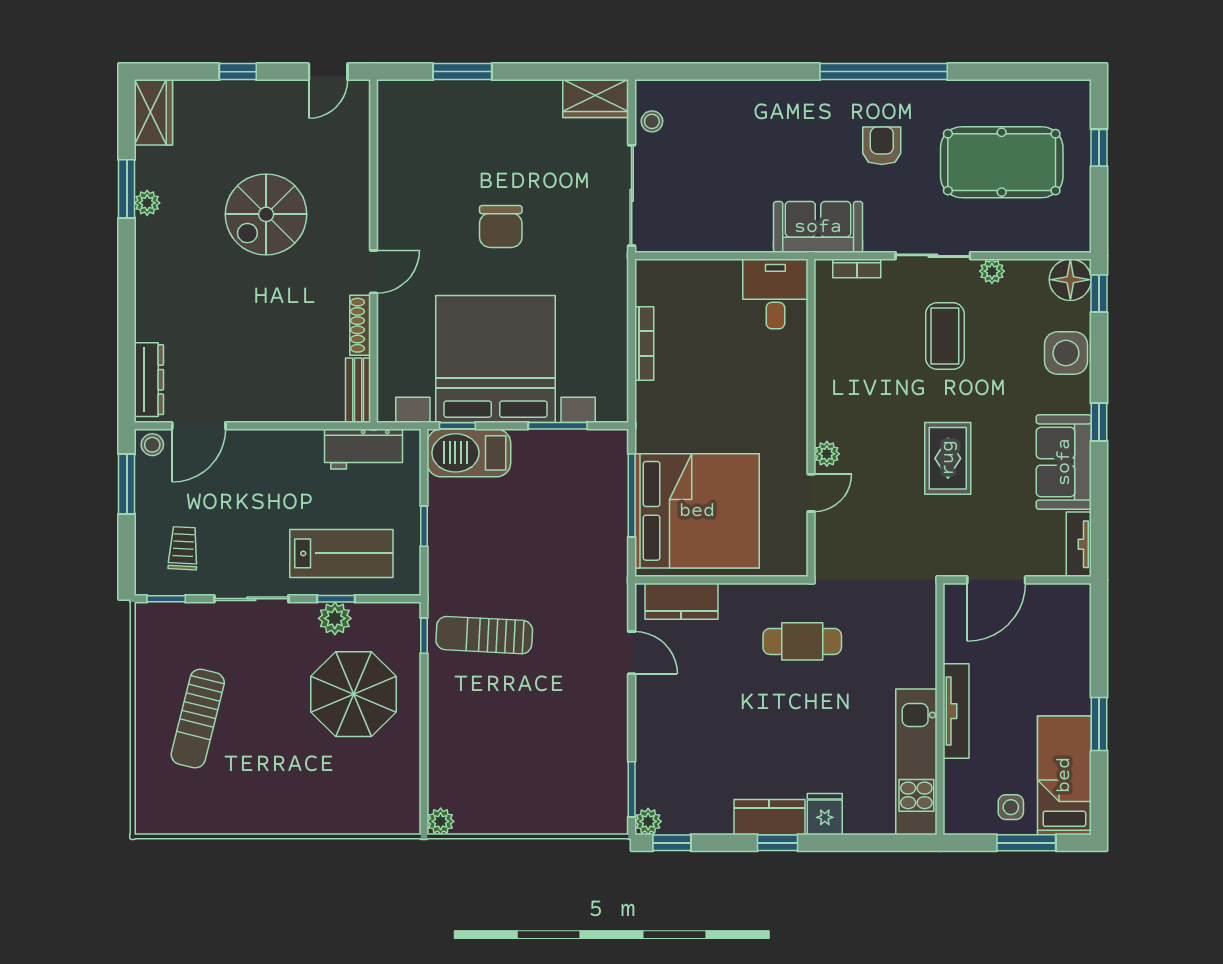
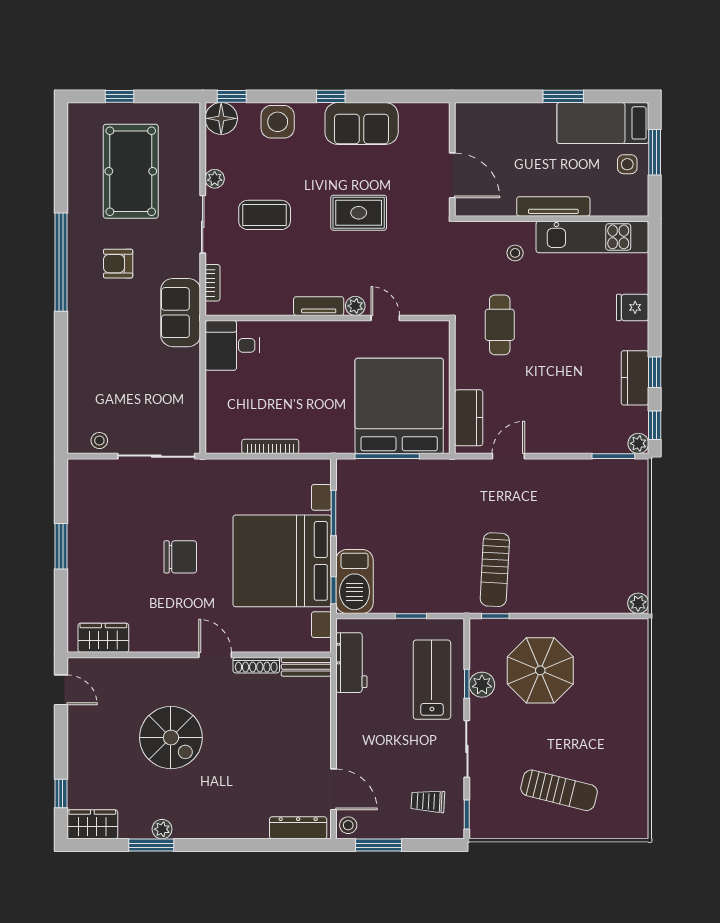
window: (238, 72) -> (61, 793), moved
window: (462, 72) -> (61, 546), moved
wardrobe: (596, 99) -> (103, 638), moved, turned -90
tv unit: (1079, 544) -> (319, 306), moved, turned 180
stool: (896, 661) -> (515, 253), added
kitchen counter: (769, 817) -> (635, 378), moved
window: (777, 843) -> (655, 372), moved

